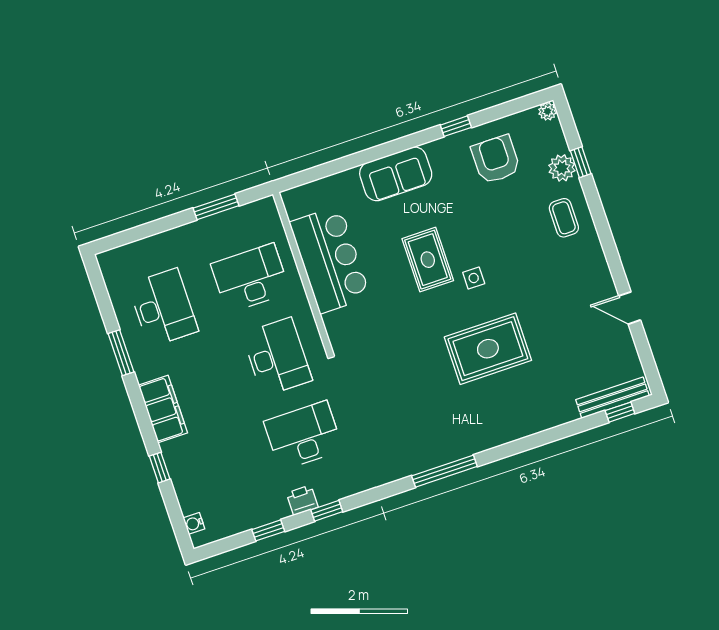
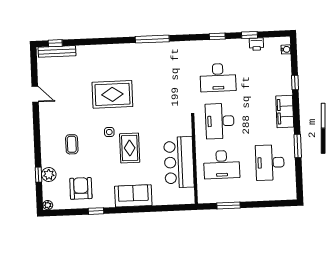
armchair: (496, 159) -> (81, 188), turned 180
coffee table: (564, 218) -> (72, 144), moved
printer: (302, 500) -> (256, 44), moved

